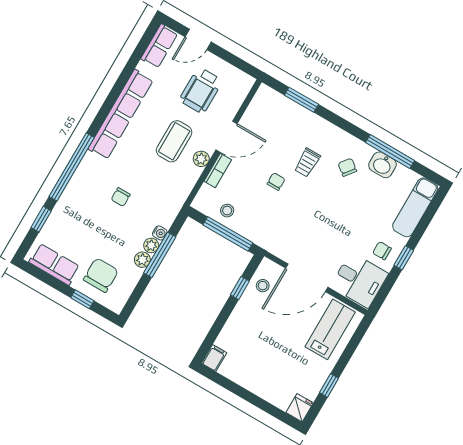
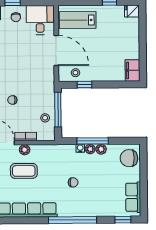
window: (41, 219) -> (123, 220), moved
chair: (101, 275) -> (129, 158), moved
window: (82, 299) -> (144, 170), removed
filing cabinet: (214, 358) -> (132, 70), width x2.00

